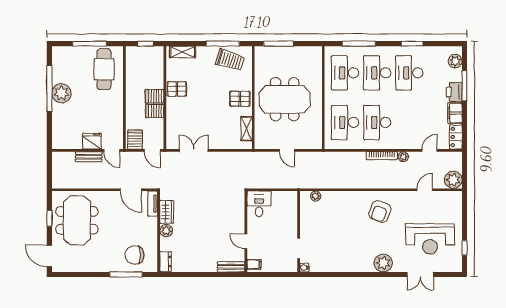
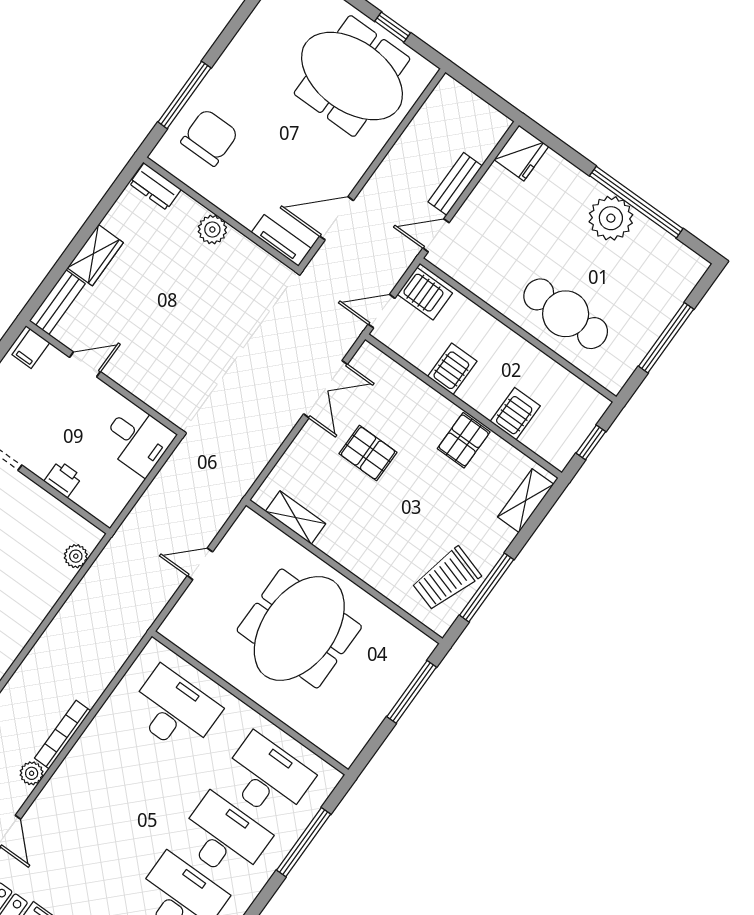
cafe table: (104, 69) -> (566, 314), moved
server rack: (154, 96) -> (515, 414), moved
pallet: (240, 99) -> (368, 453), moved, turned 90
desk: (377, 122) -> (131, 771), removed
fridge: (92, 141) -> (521, 153), moved
wardrobe: (167, 212) -> (95, 255), moved, turned -90
printer: (292, 220) -> (63, 479), added

